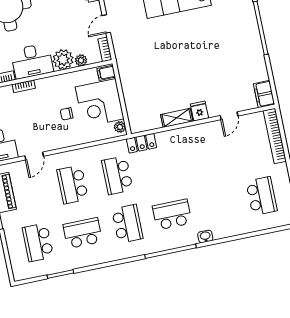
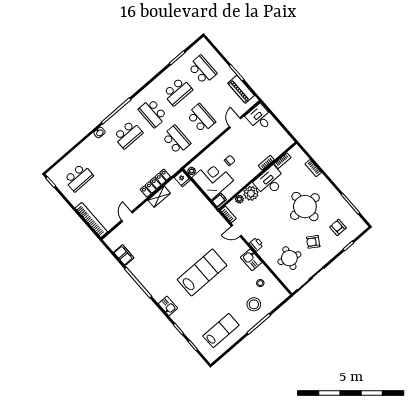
door: (106, 24) -> (236, 231), swing flipped
filing cabinet: (264, 94) -> (124, 255), moved
fridge: (199, 111) -> (182, 179), moved
locker: (141, 143) -> (155, 183), moved, width x1.53
school desk: (262, 196) -> (78, 178), turned -90

